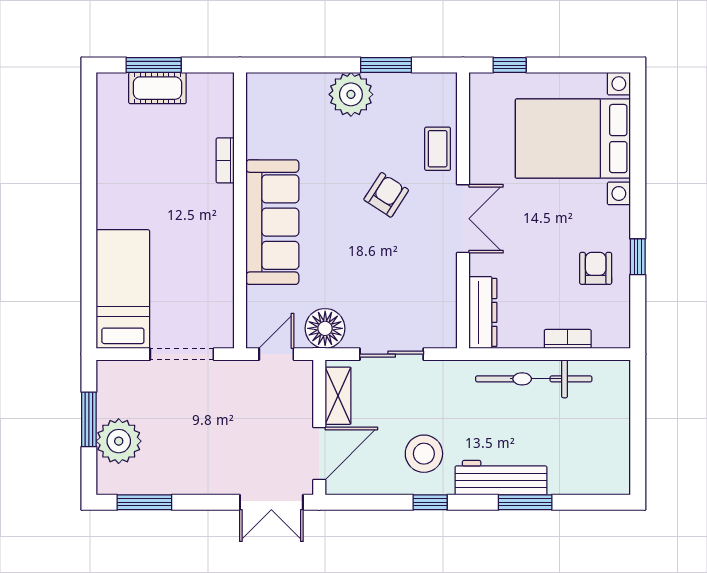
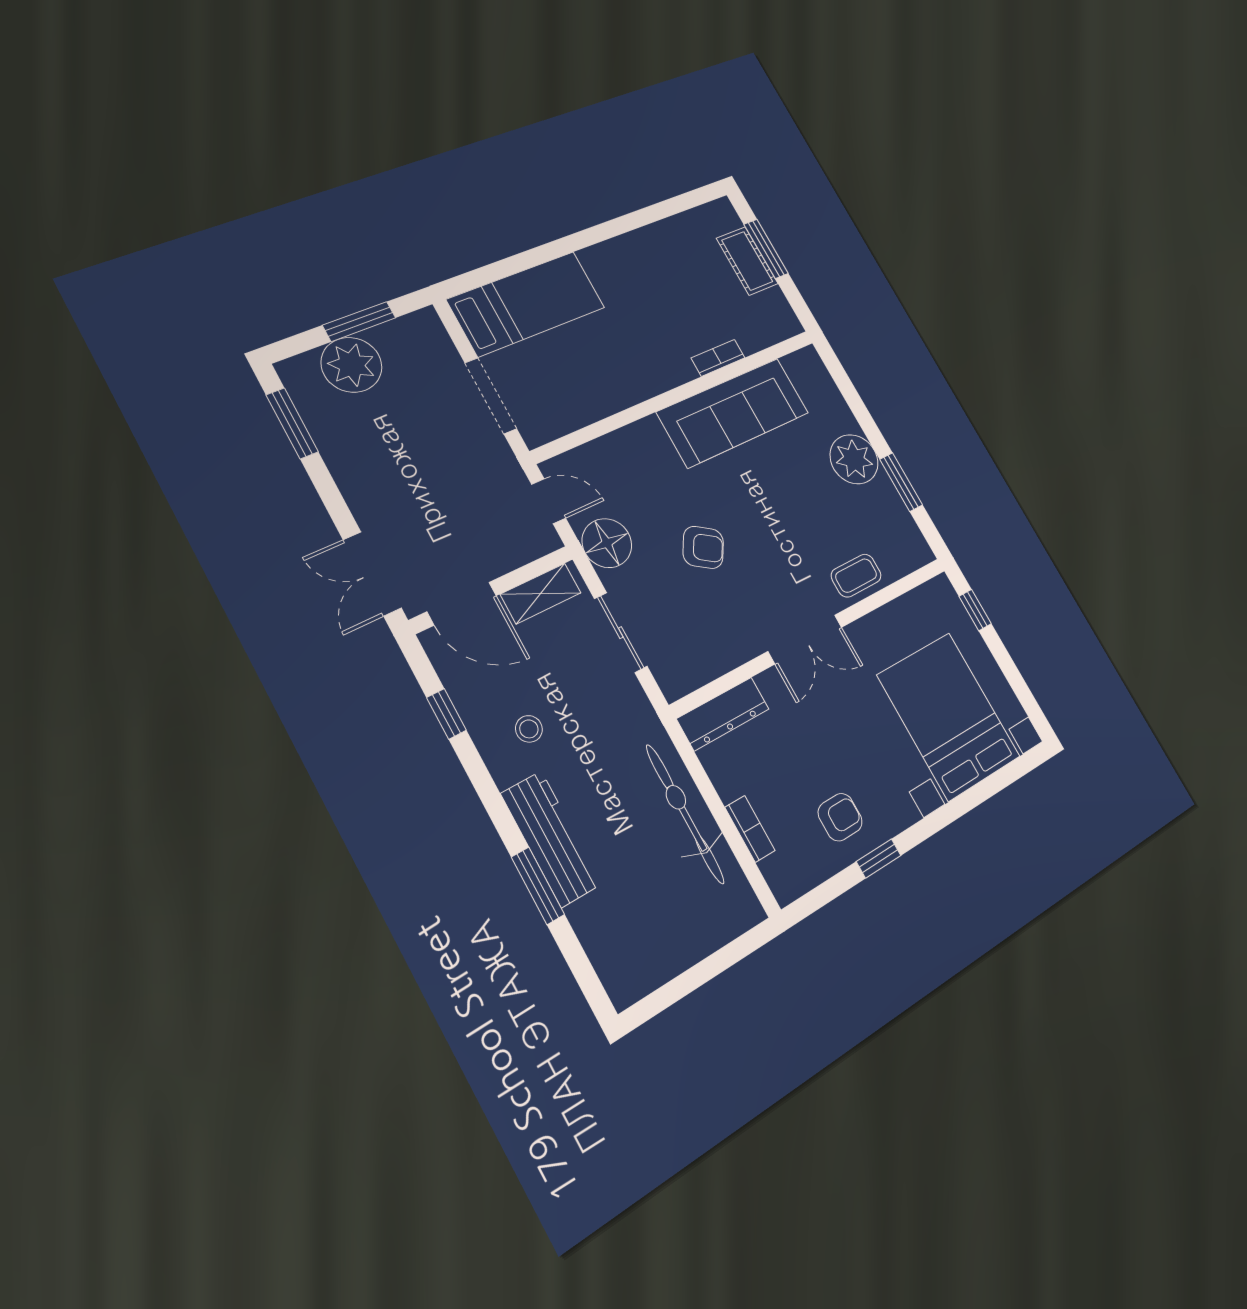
armchair: (386, 195) -> (703, 547), moved
sofa: (272, 222) -> (733, 412), moved
stool: (424, 454) -> (529, 729), width x0.53, depth x0.53
window: (430, 502) -> (446, 714), moved

